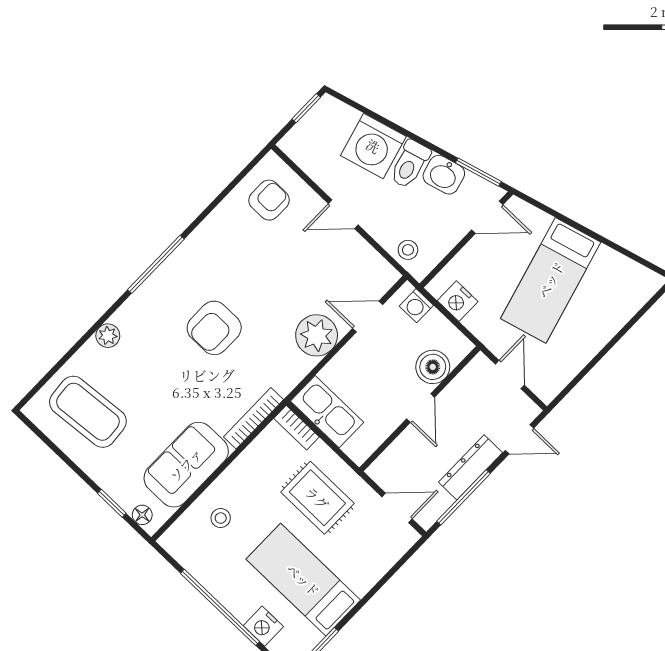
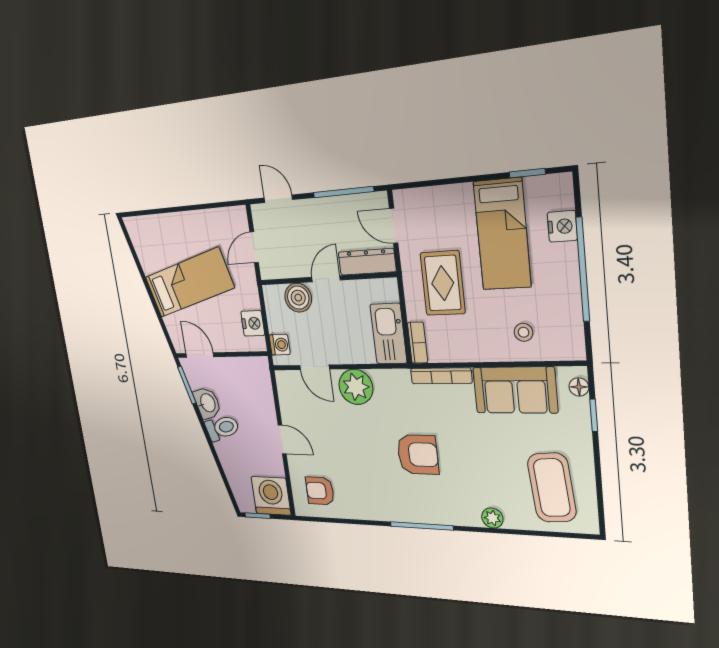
washing machine: (373, 146) -> (271, 496), moved, turned -75
stool: (408, 250) -> (260, 382), removed
dresser: (470, 467) -> (367, 262), moved, turned 180

